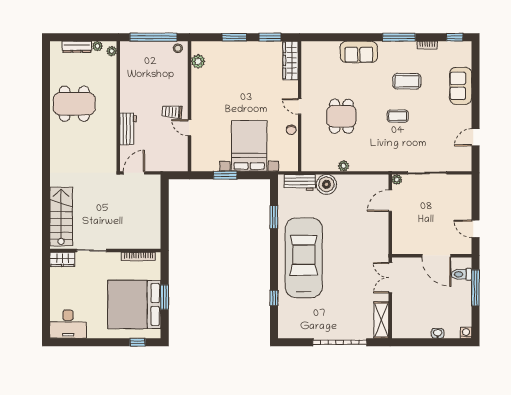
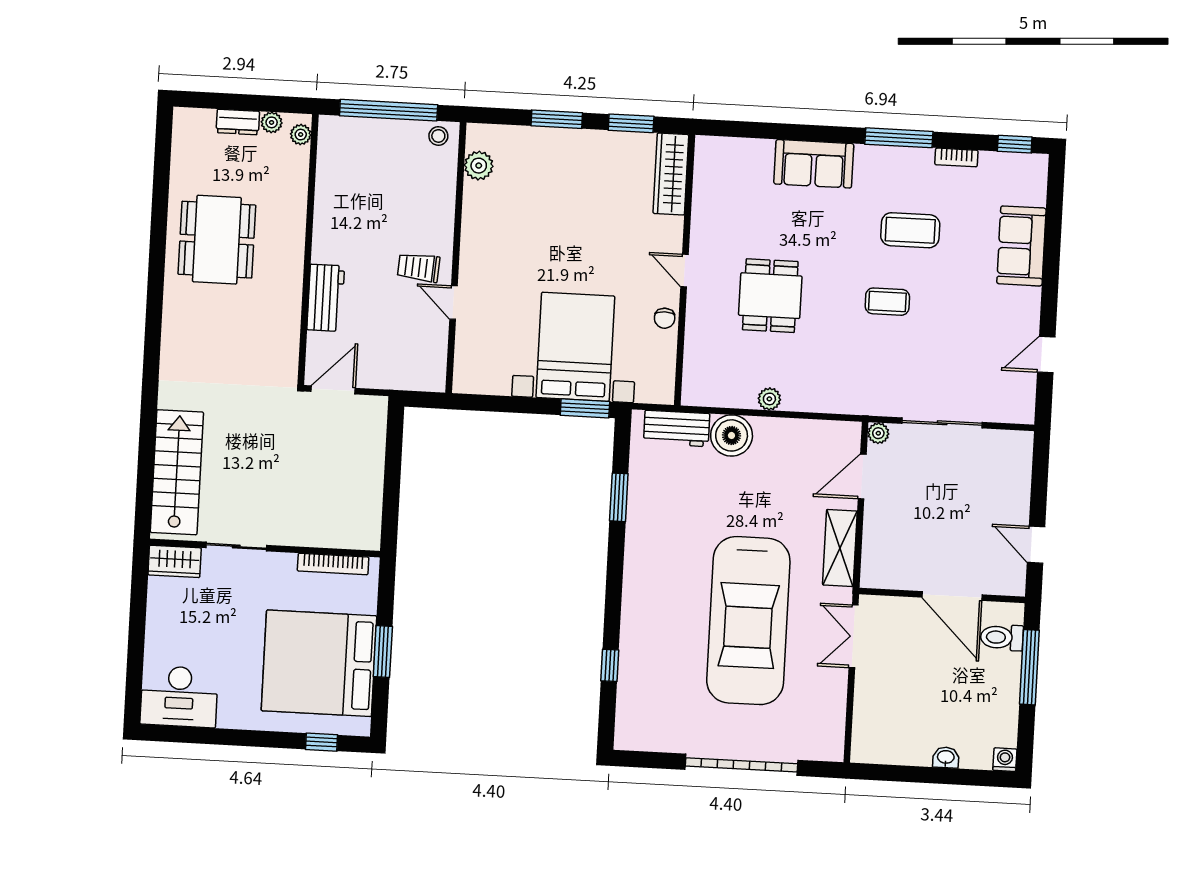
dresser: (77, 47) -> (238, 122), width x0.70
dining table: (74, 104) -> (217, 240), turned 90
window: (225, 175) -> (585, 408), moved
car: (304, 258) -> (748, 621), moved, turned 180
shelving: (381, 320) -> (840, 548), moved

